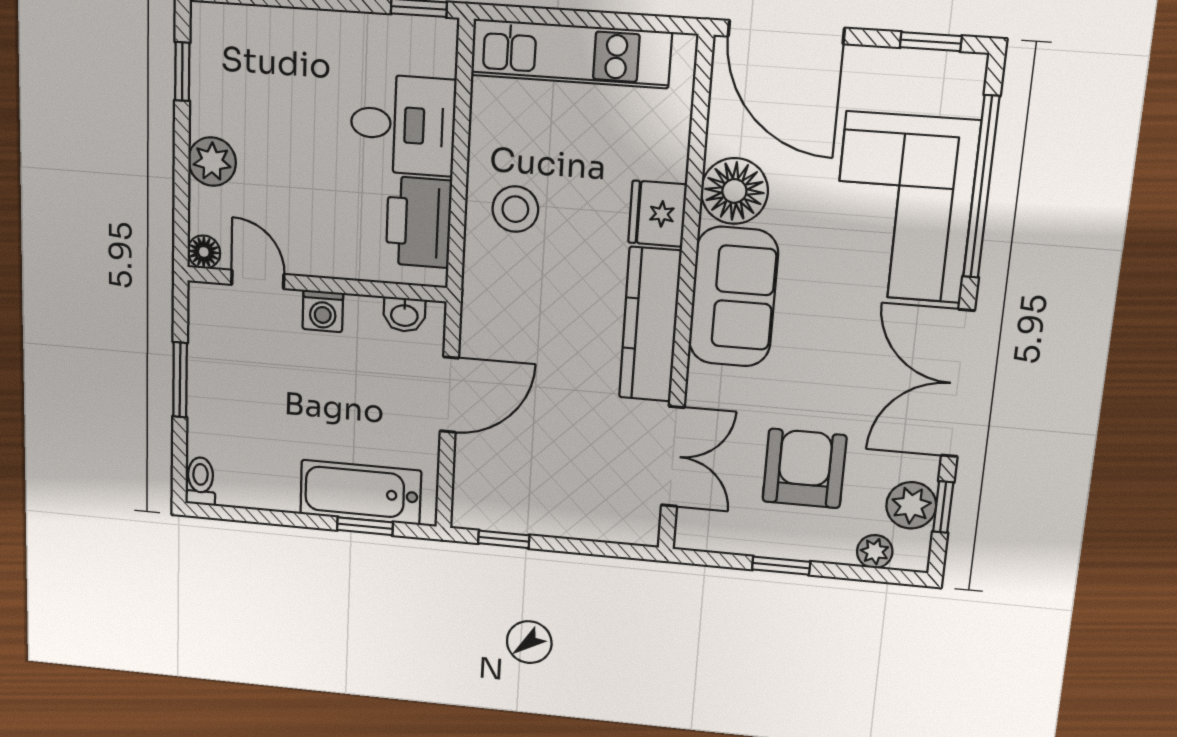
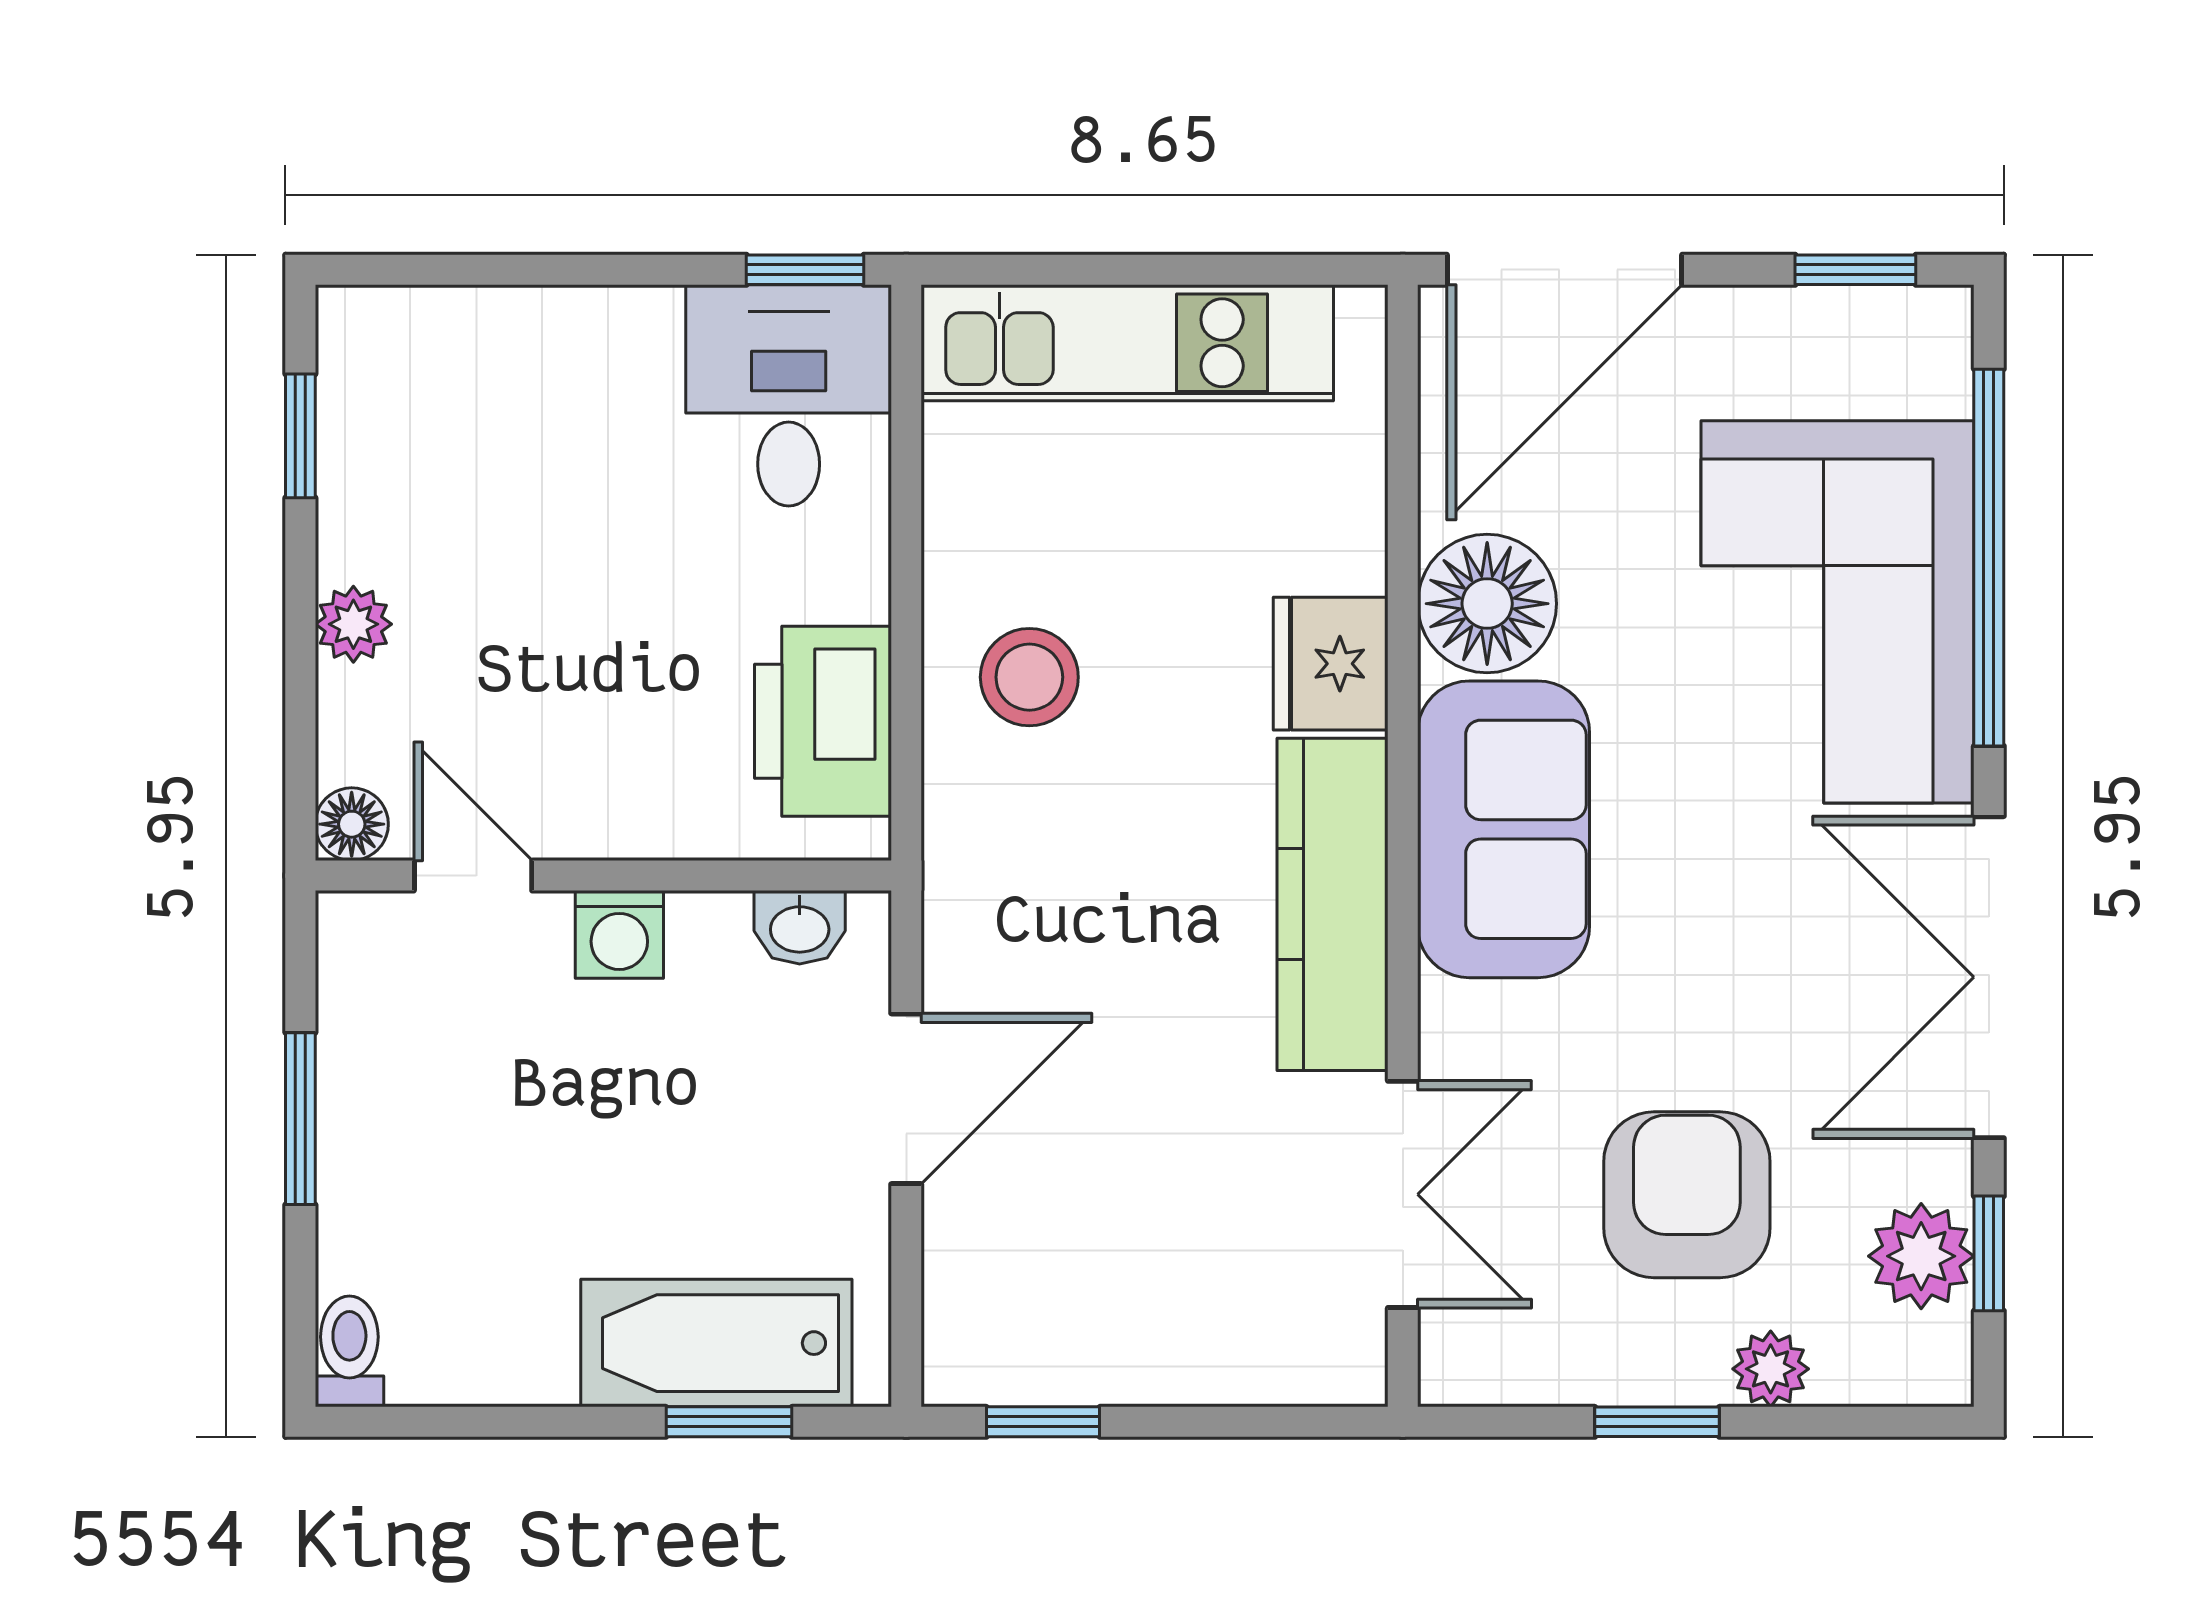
door: (786, 32) -> (1564, 270), hinge flipped
desk: (403, 125) -> (789, 395), moved, turned -90
plant: (212, 162) -> (353, 624), width x0.73, depth x0.73
plant: (875, 552) -> (1771, 1369), moved

